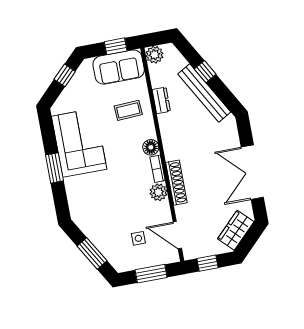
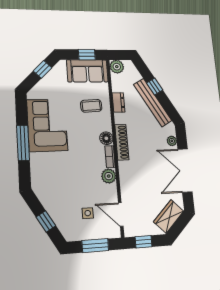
plant: (233, 138) -> (172, 141), added
window: (54, 168) -> (23, 143), width x1.44
shoe rack: (176, 183) -> (122, 142), moved
window: (92, 253) -> (46, 221), width x0.67

